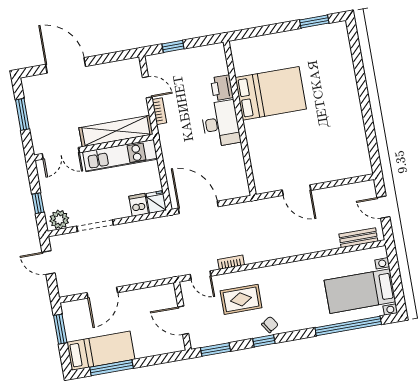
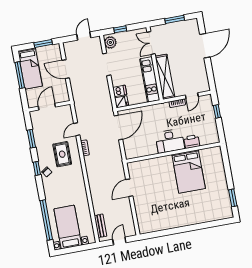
wall: (182, 316) -> (49, 106), moved
door: (183, 320) -> (47, 107), moved

